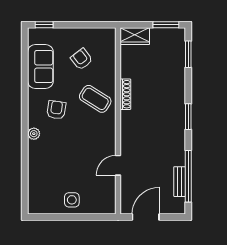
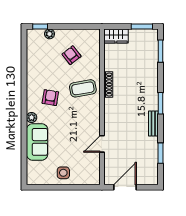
plant: (55, 34) -> (50, 34), added
sofa: (40, 66) -> (37, 142), moved
coffee table: (95, 99) -> (83, 88), turned -42
window: (188, 176) -> (161, 153), width x0.47
bench: (180, 182) -> (153, 123), moved

